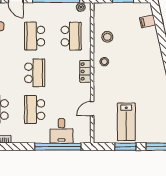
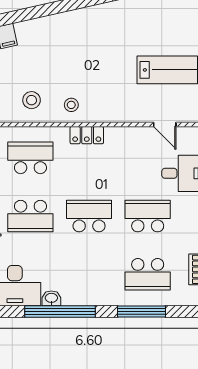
door: (92, 109) -> (165, 124), moved
school desk: (35, 110) -> (148, 216), turned 180

